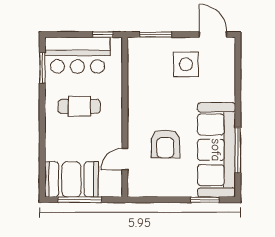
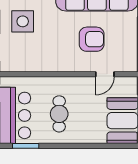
door: (125, 159) -> (105, 74), hinge flipped

